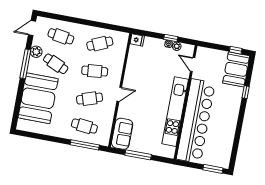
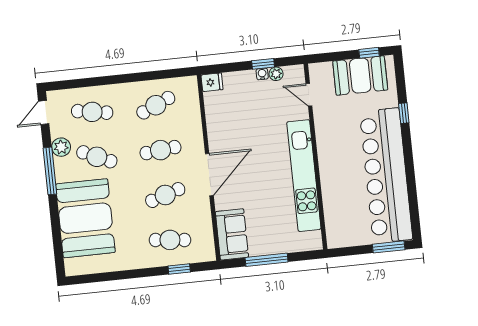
booth: (236, 69) -> (360, 76), moved, turned 90
door: (119, 94) -> (209, 175), width x1.87
bar counter: (196, 121) -> (386, 175), moved, turned 180
window: (85, 145) -> (179, 269), width x0.46

